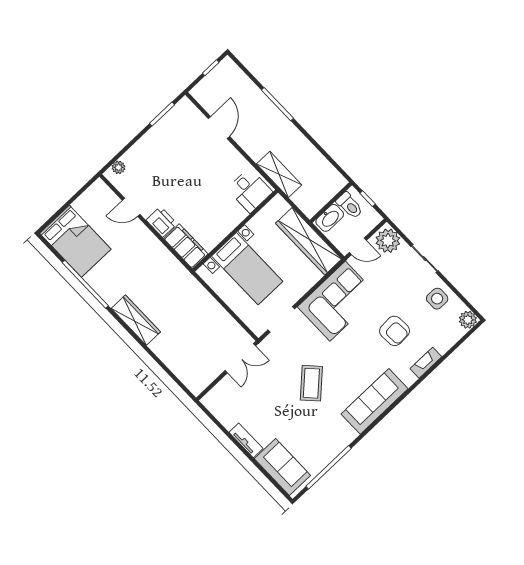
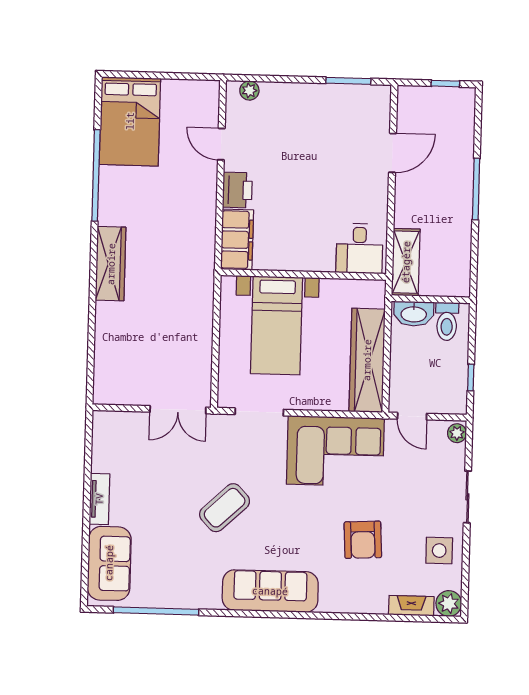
wall: (331, 203) -> (431, 299), moved
toilet: (350, 205) -> (447, 321), moved
washbasin: (330, 218) -> (414, 314), moved
plant: (388, 241) -> (457, 433), width x0.53, depth x0.53
fireplace: (426, 363) -> (411, 606), moved

